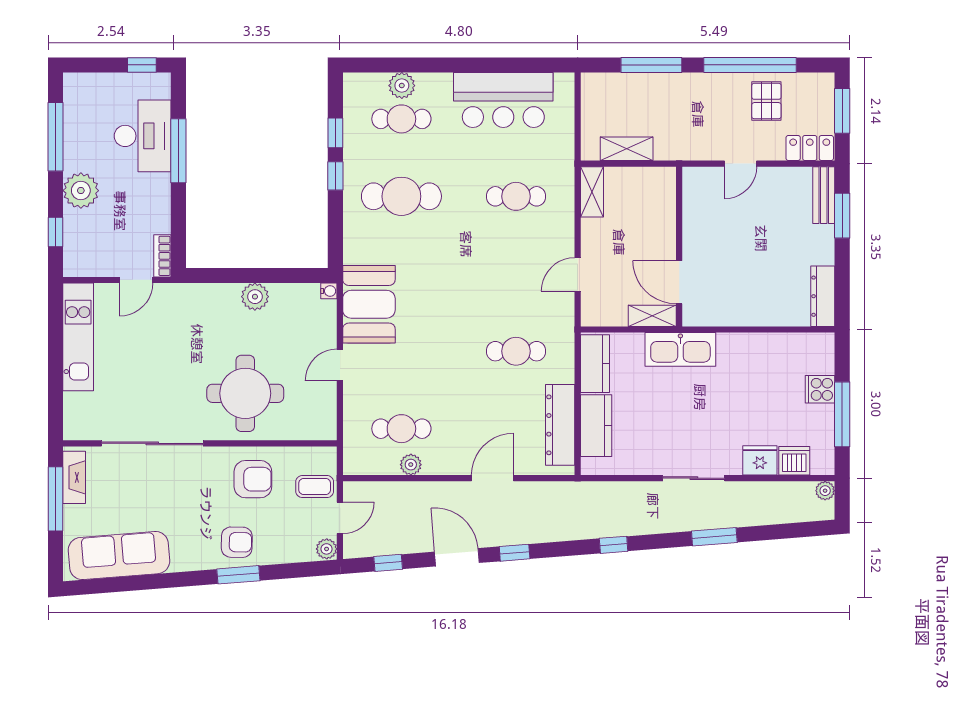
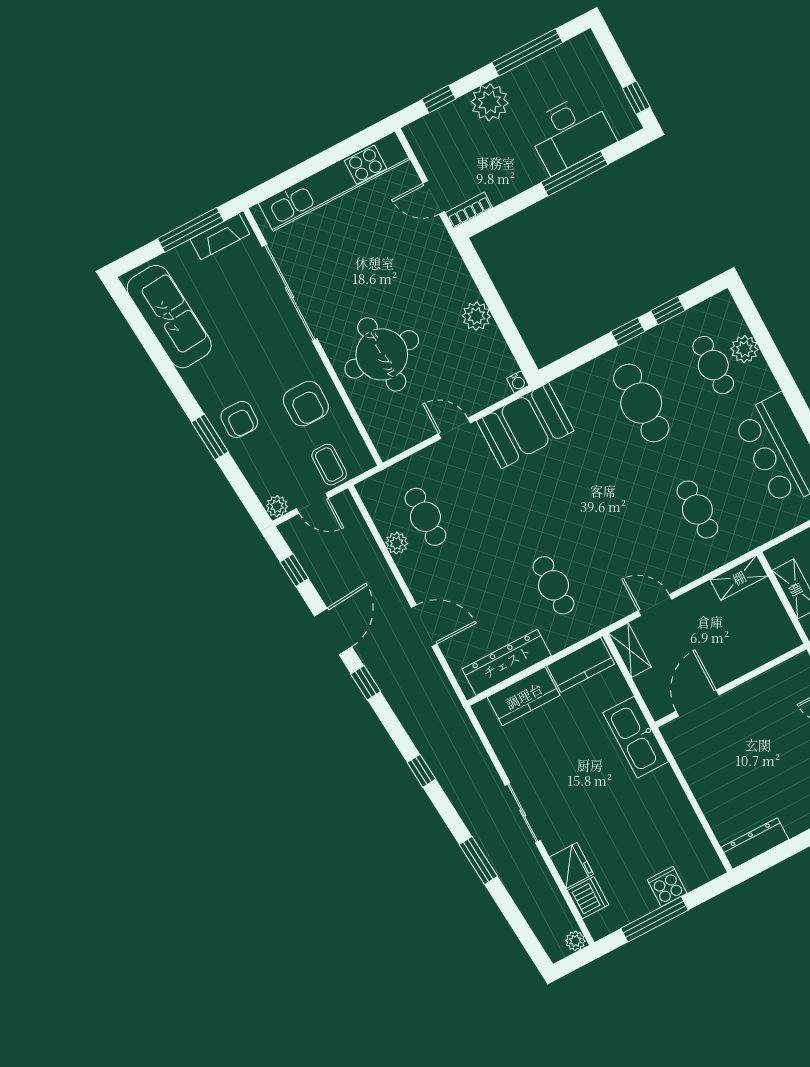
shelving: (652, 316) -> (630, 650), moved
kitchen unit: (78, 337) -> (334, 181), width x1.36

